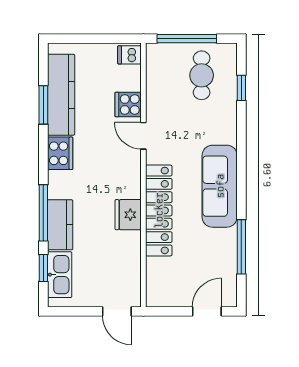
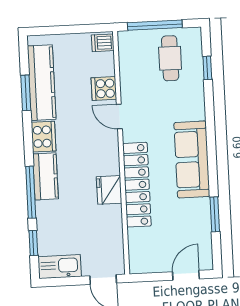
kitchen counter: (60, 225) -> (46, 176), moved
window: (241, 247) -> (215, 214), width x0.69
kitchen sink: (60, 275) -> (60, 267), moved, turned -90

